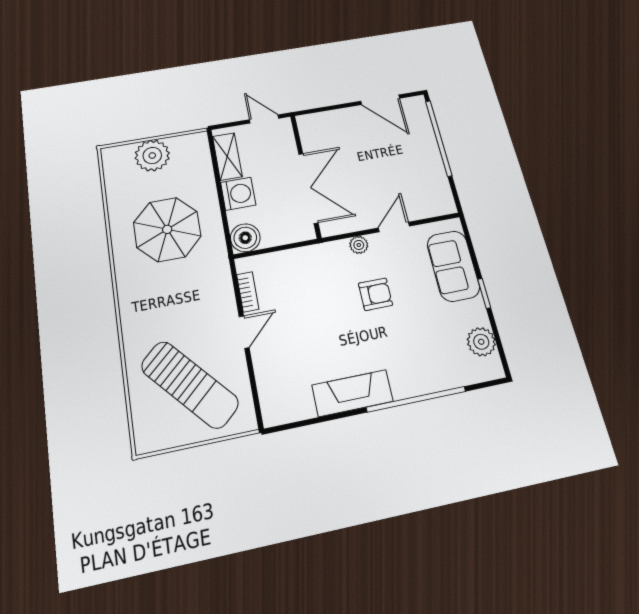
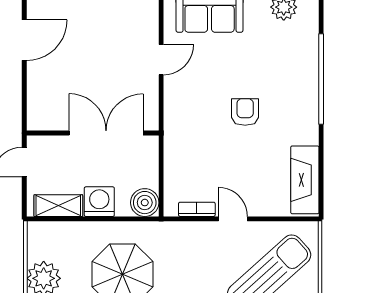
door: (394, 227) -> (161, 60), swing flipped
plant: (359, 245) -> (172, 97), removed
armchair: (375, 294) -> (245, 112), moved
fireplace: (352, 393) -> (305, 180), moved

